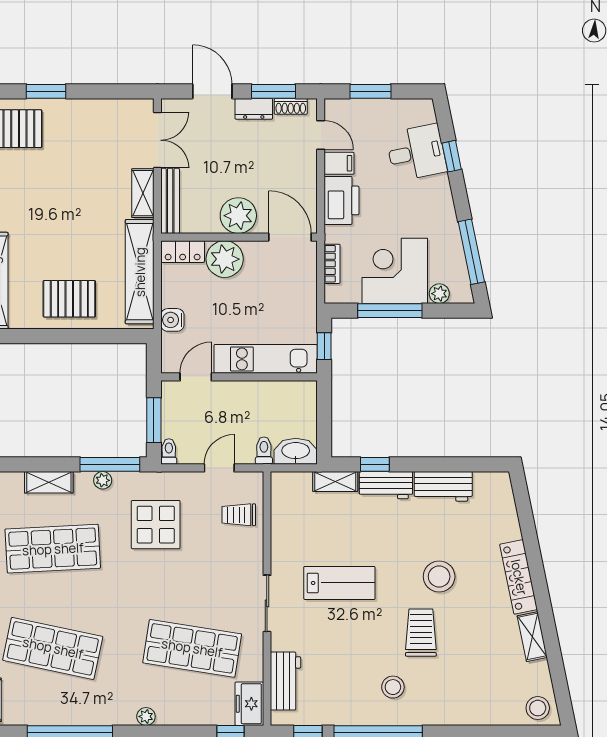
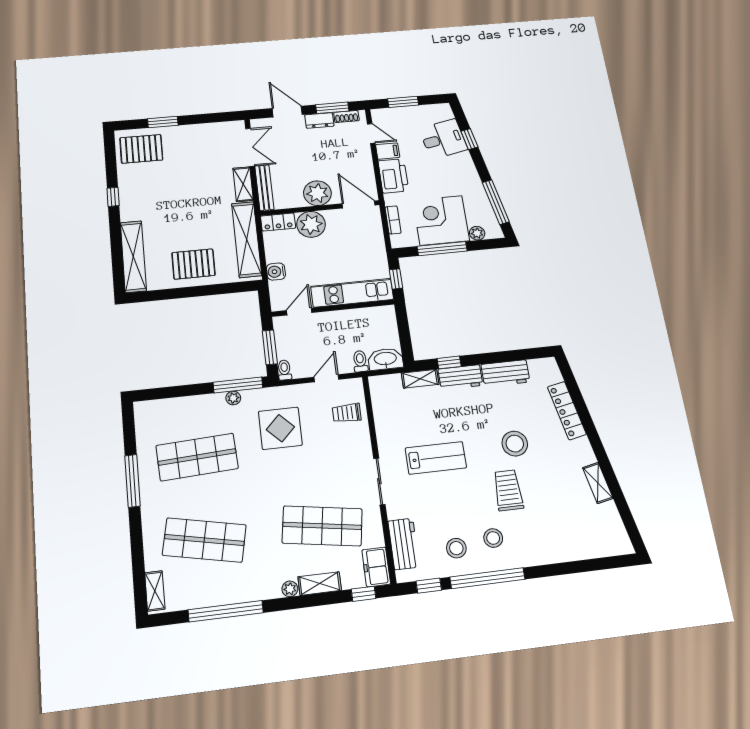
shelving: (49, 482) -> (320, 584), moved
locker: (519, 577) -> (567, 411), moved
stool: (538, 708) -> (456, 548), moved

